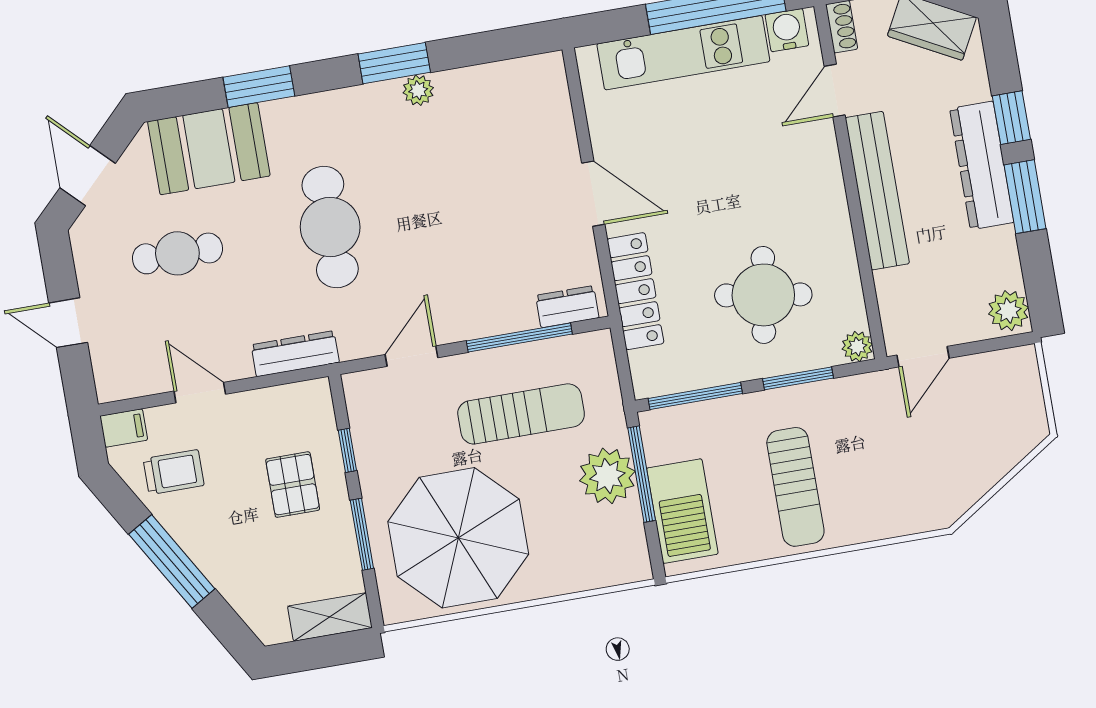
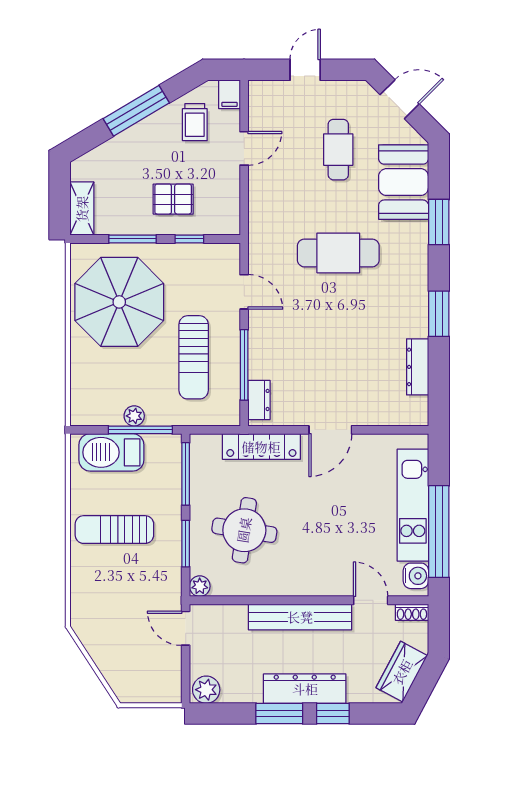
plant: (418, 90) -> (418, 326), removed
dresser: (295, 354) -> (418, 367), moved, turned 180
plant: (607, 476) -> (134, 416), width x0.53, depth x0.53

